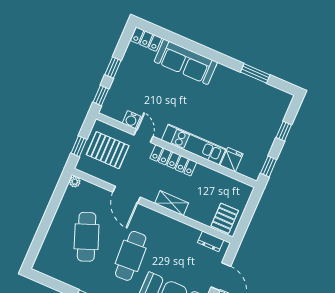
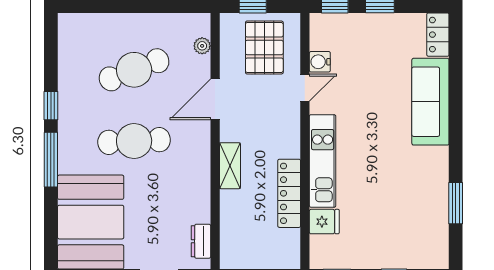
locker: (173, 160) -> (289, 193), moved
plant: (75, 182) -> (202, 46), moved
pallet: (225, 218) -> (241, 247), removed

